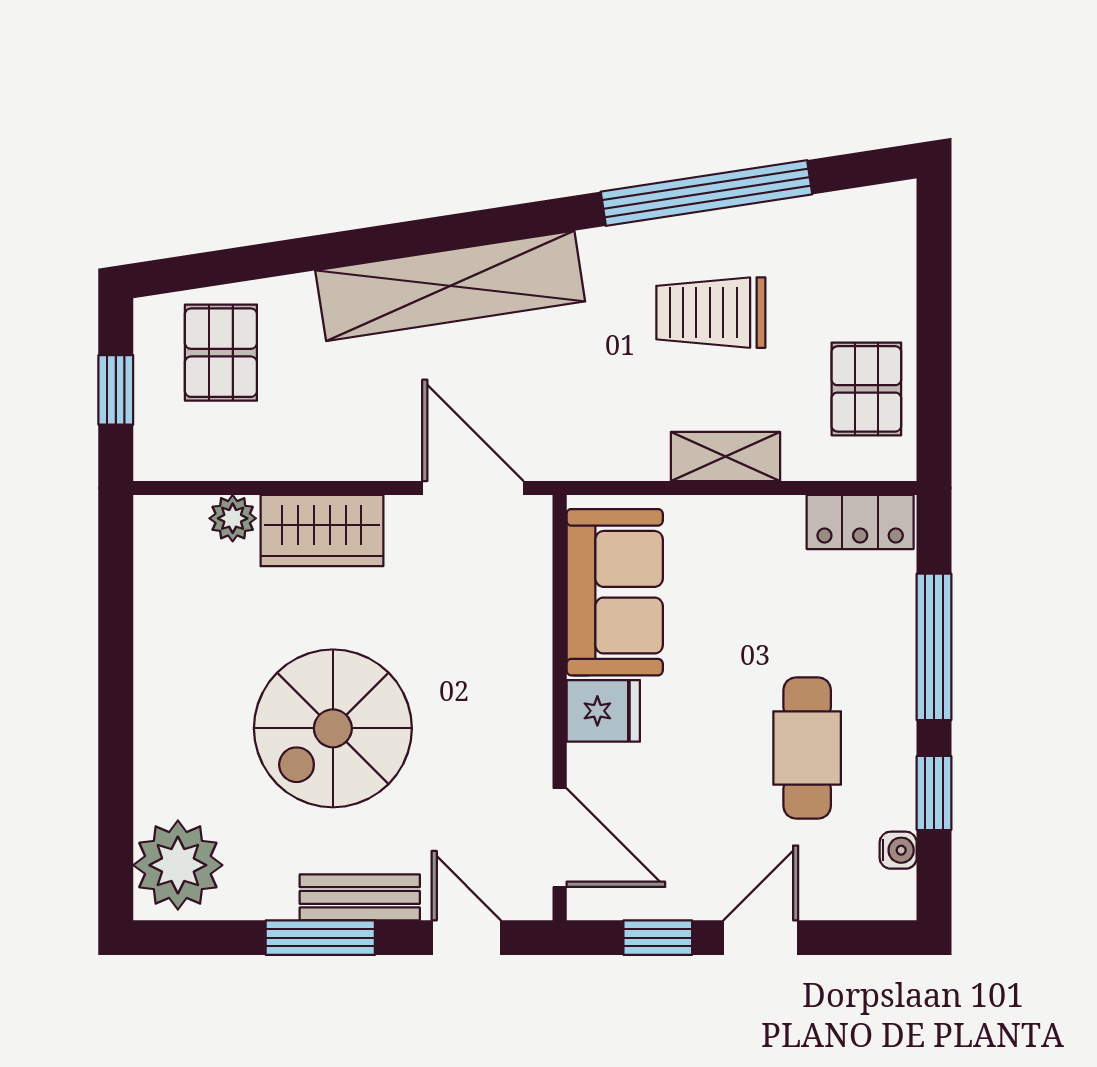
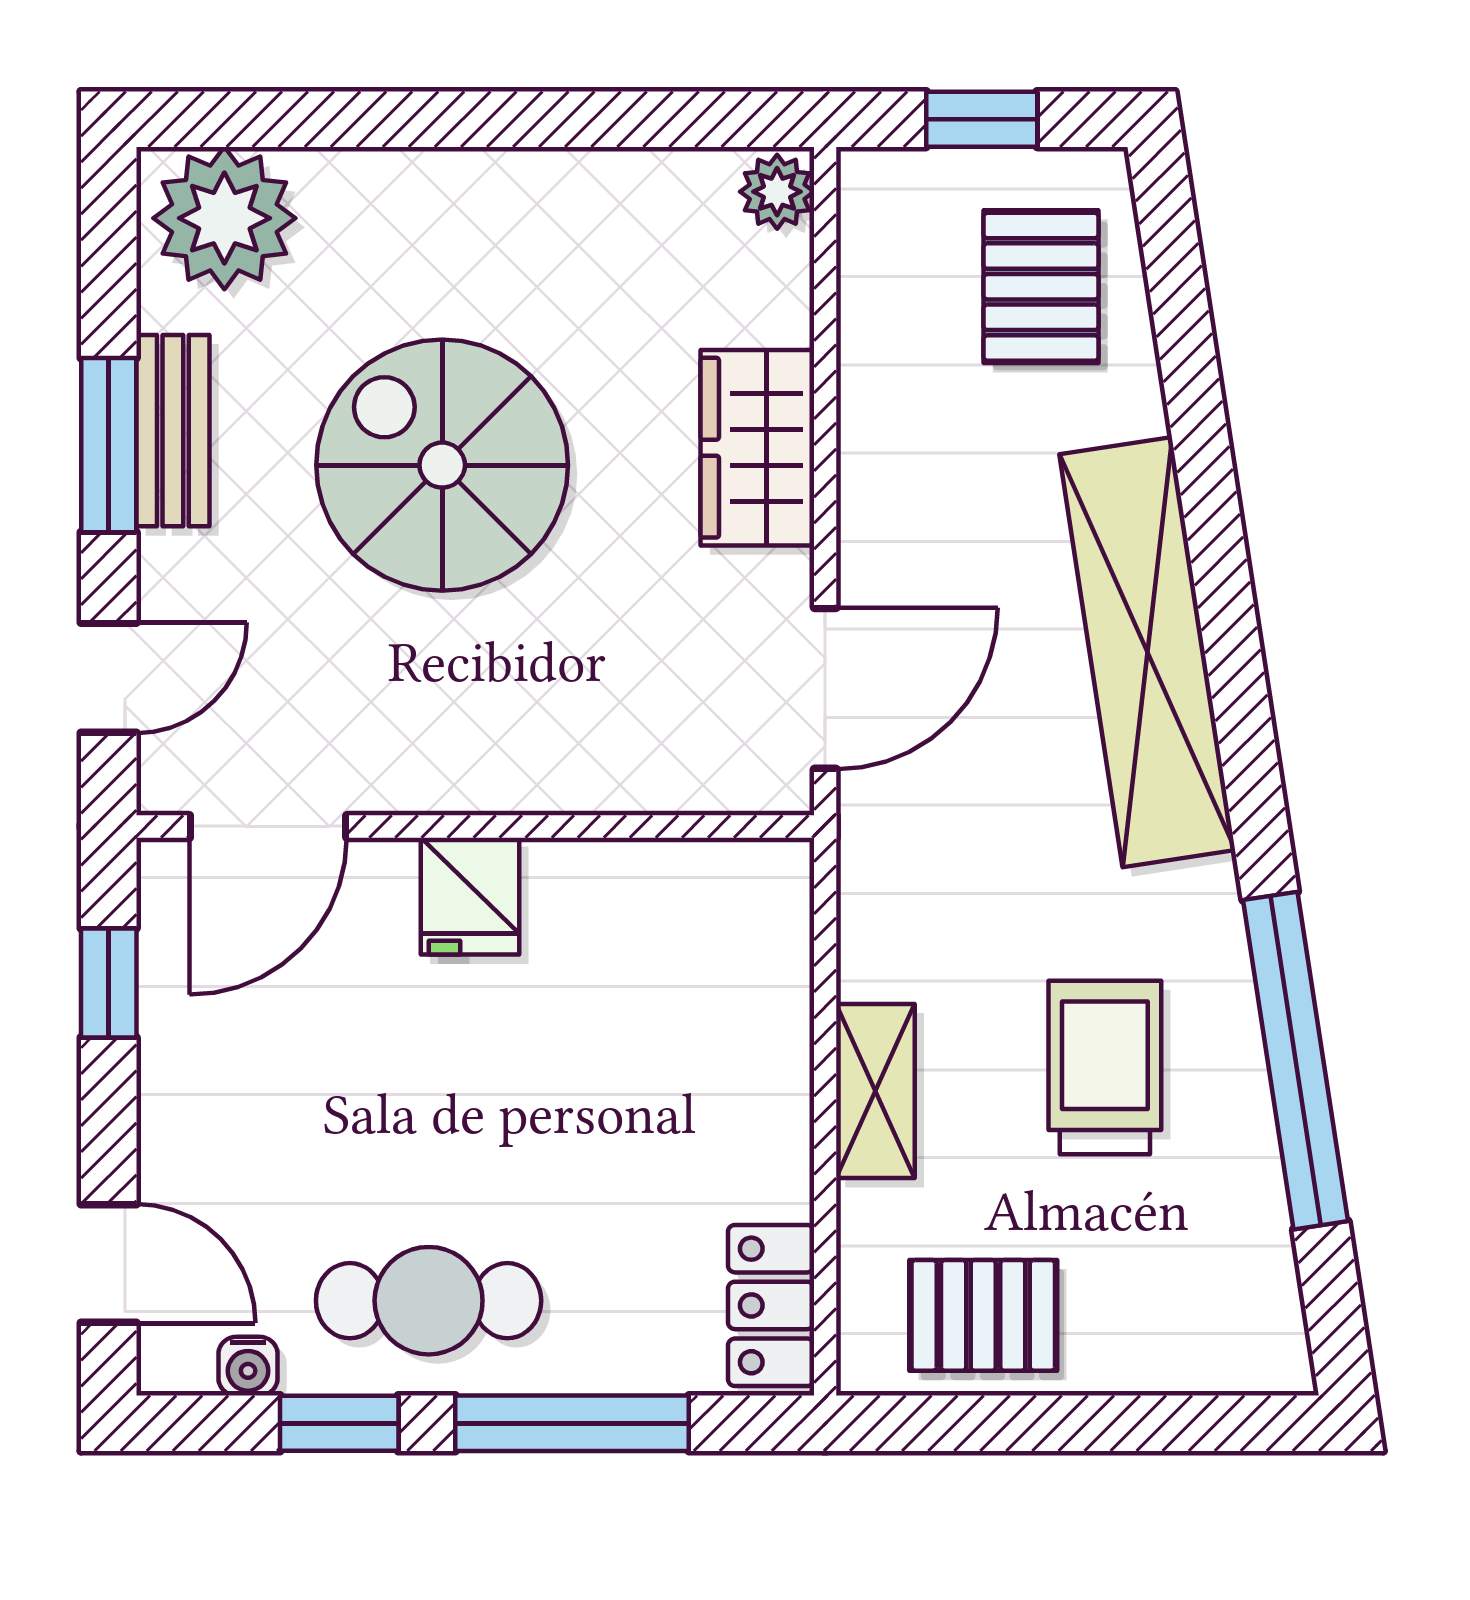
pallet: (221, 353) -> (1041, 287), turned 90
plant: (233, 518) -> (777, 192), moved
sofa: (615, 592) -> (659, 914), removed
cafe table: (807, 748) -> (429, 1301), moved
bench: (360, 897) -> (173, 431), moved
door: (761, 938) -> (109, 1264), moved

